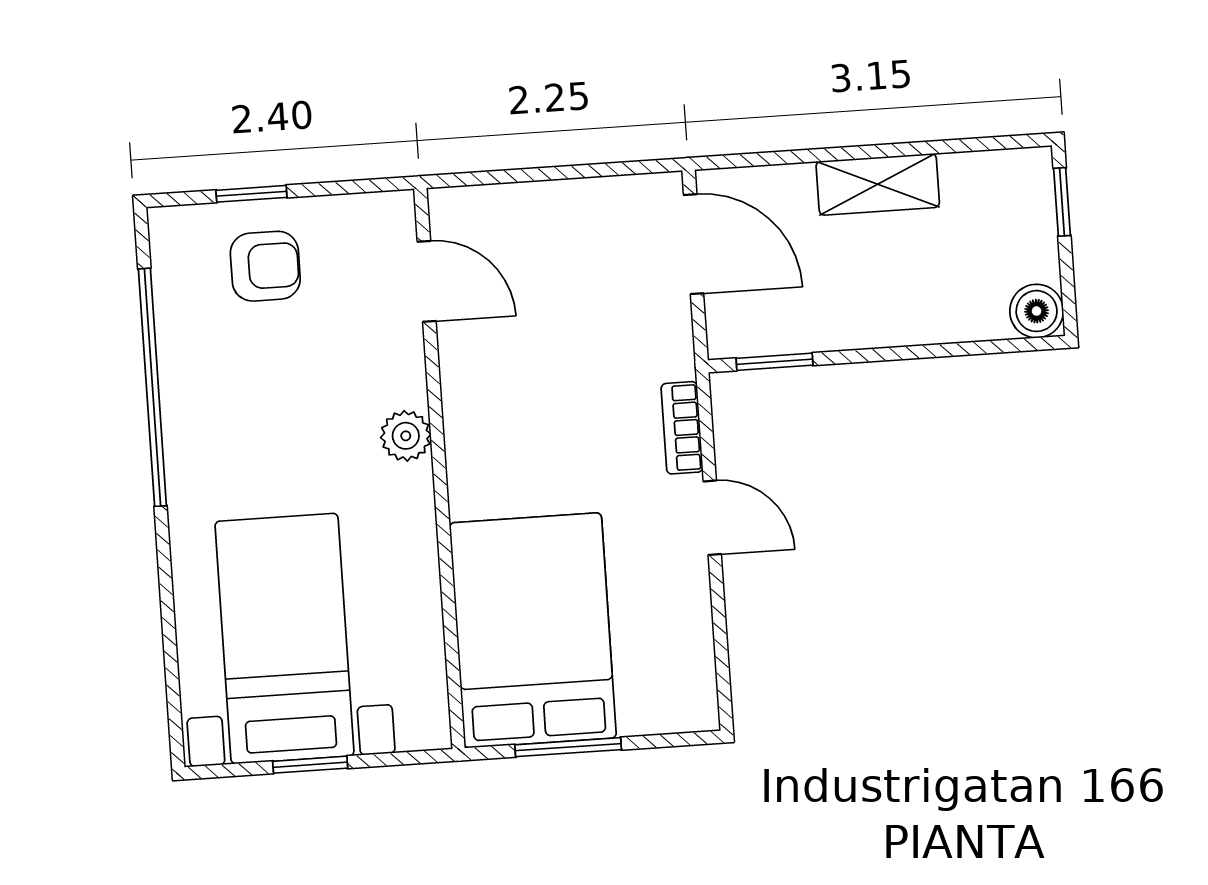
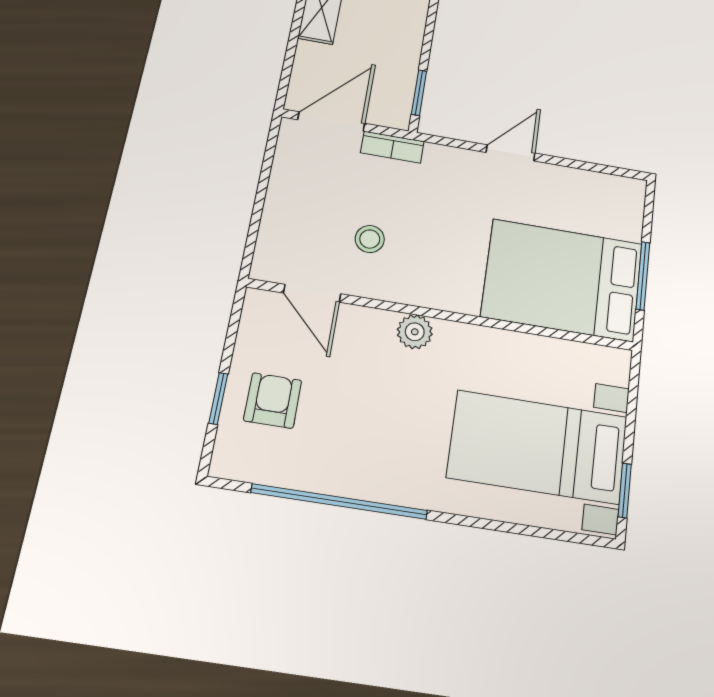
door: (427, 281) -> (312, 293), swing flipped
stool: (526, 342) -> (370, 239), added
bookcase: (682, 428) -> (392, 147), moved
window: (310, 765) -> (625, 490), moved

